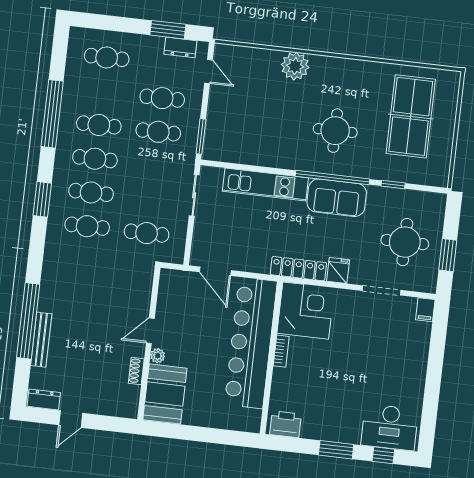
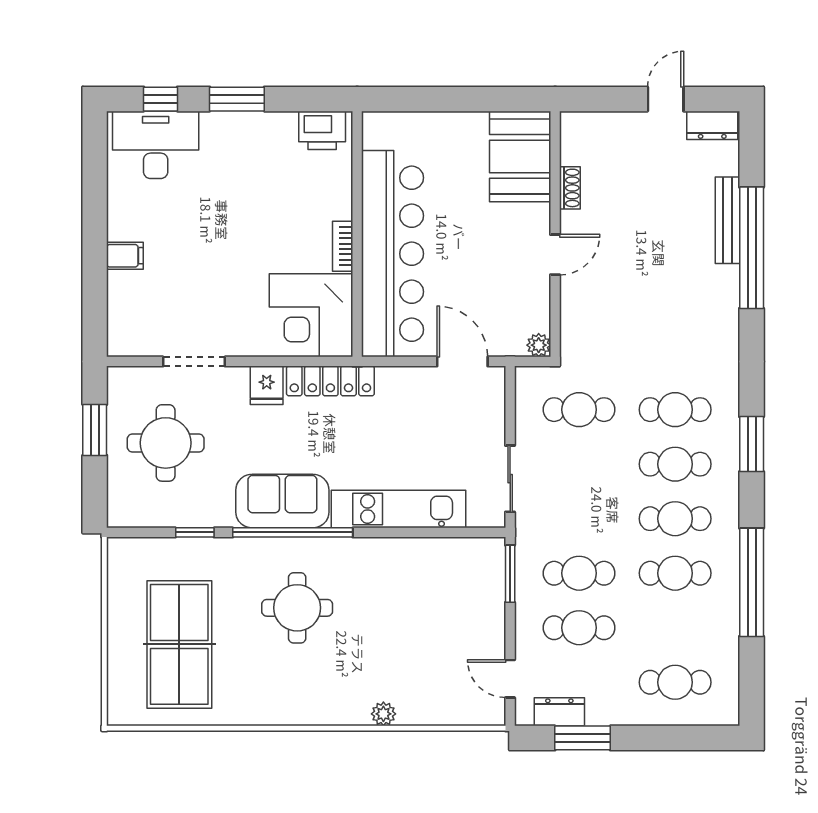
plant: (295, 66) -> (383, 714), width x0.53, depth x0.53
filing cabinet: (425, 310) -> (125, 256), moved, turned 90
plant: (158, 356) -> (539, 345), moved

